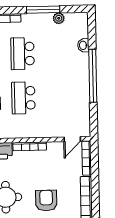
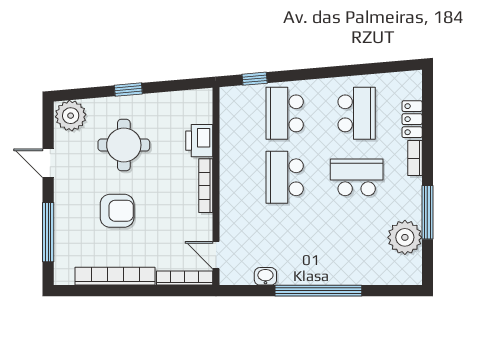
plant: (59, 18) -> (405, 237), width x1.88, depth x1.88
washbasin: (83, 45) -> (265, 276), moved
school desk: (23, 98) -> (285, 177), turned -90

